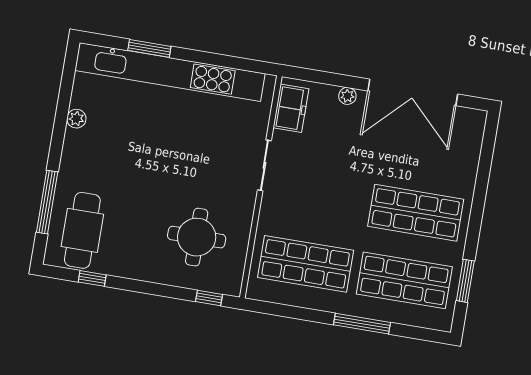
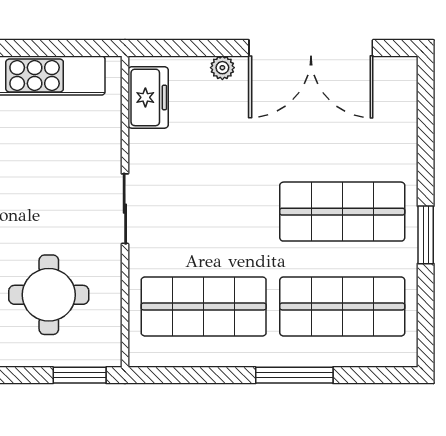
sliding door: (264, 165) -> (125, 209), moved
window: (465, 281) -> (426, 235), moved
window: (209, 298) -> (80, 375), width x1.50

